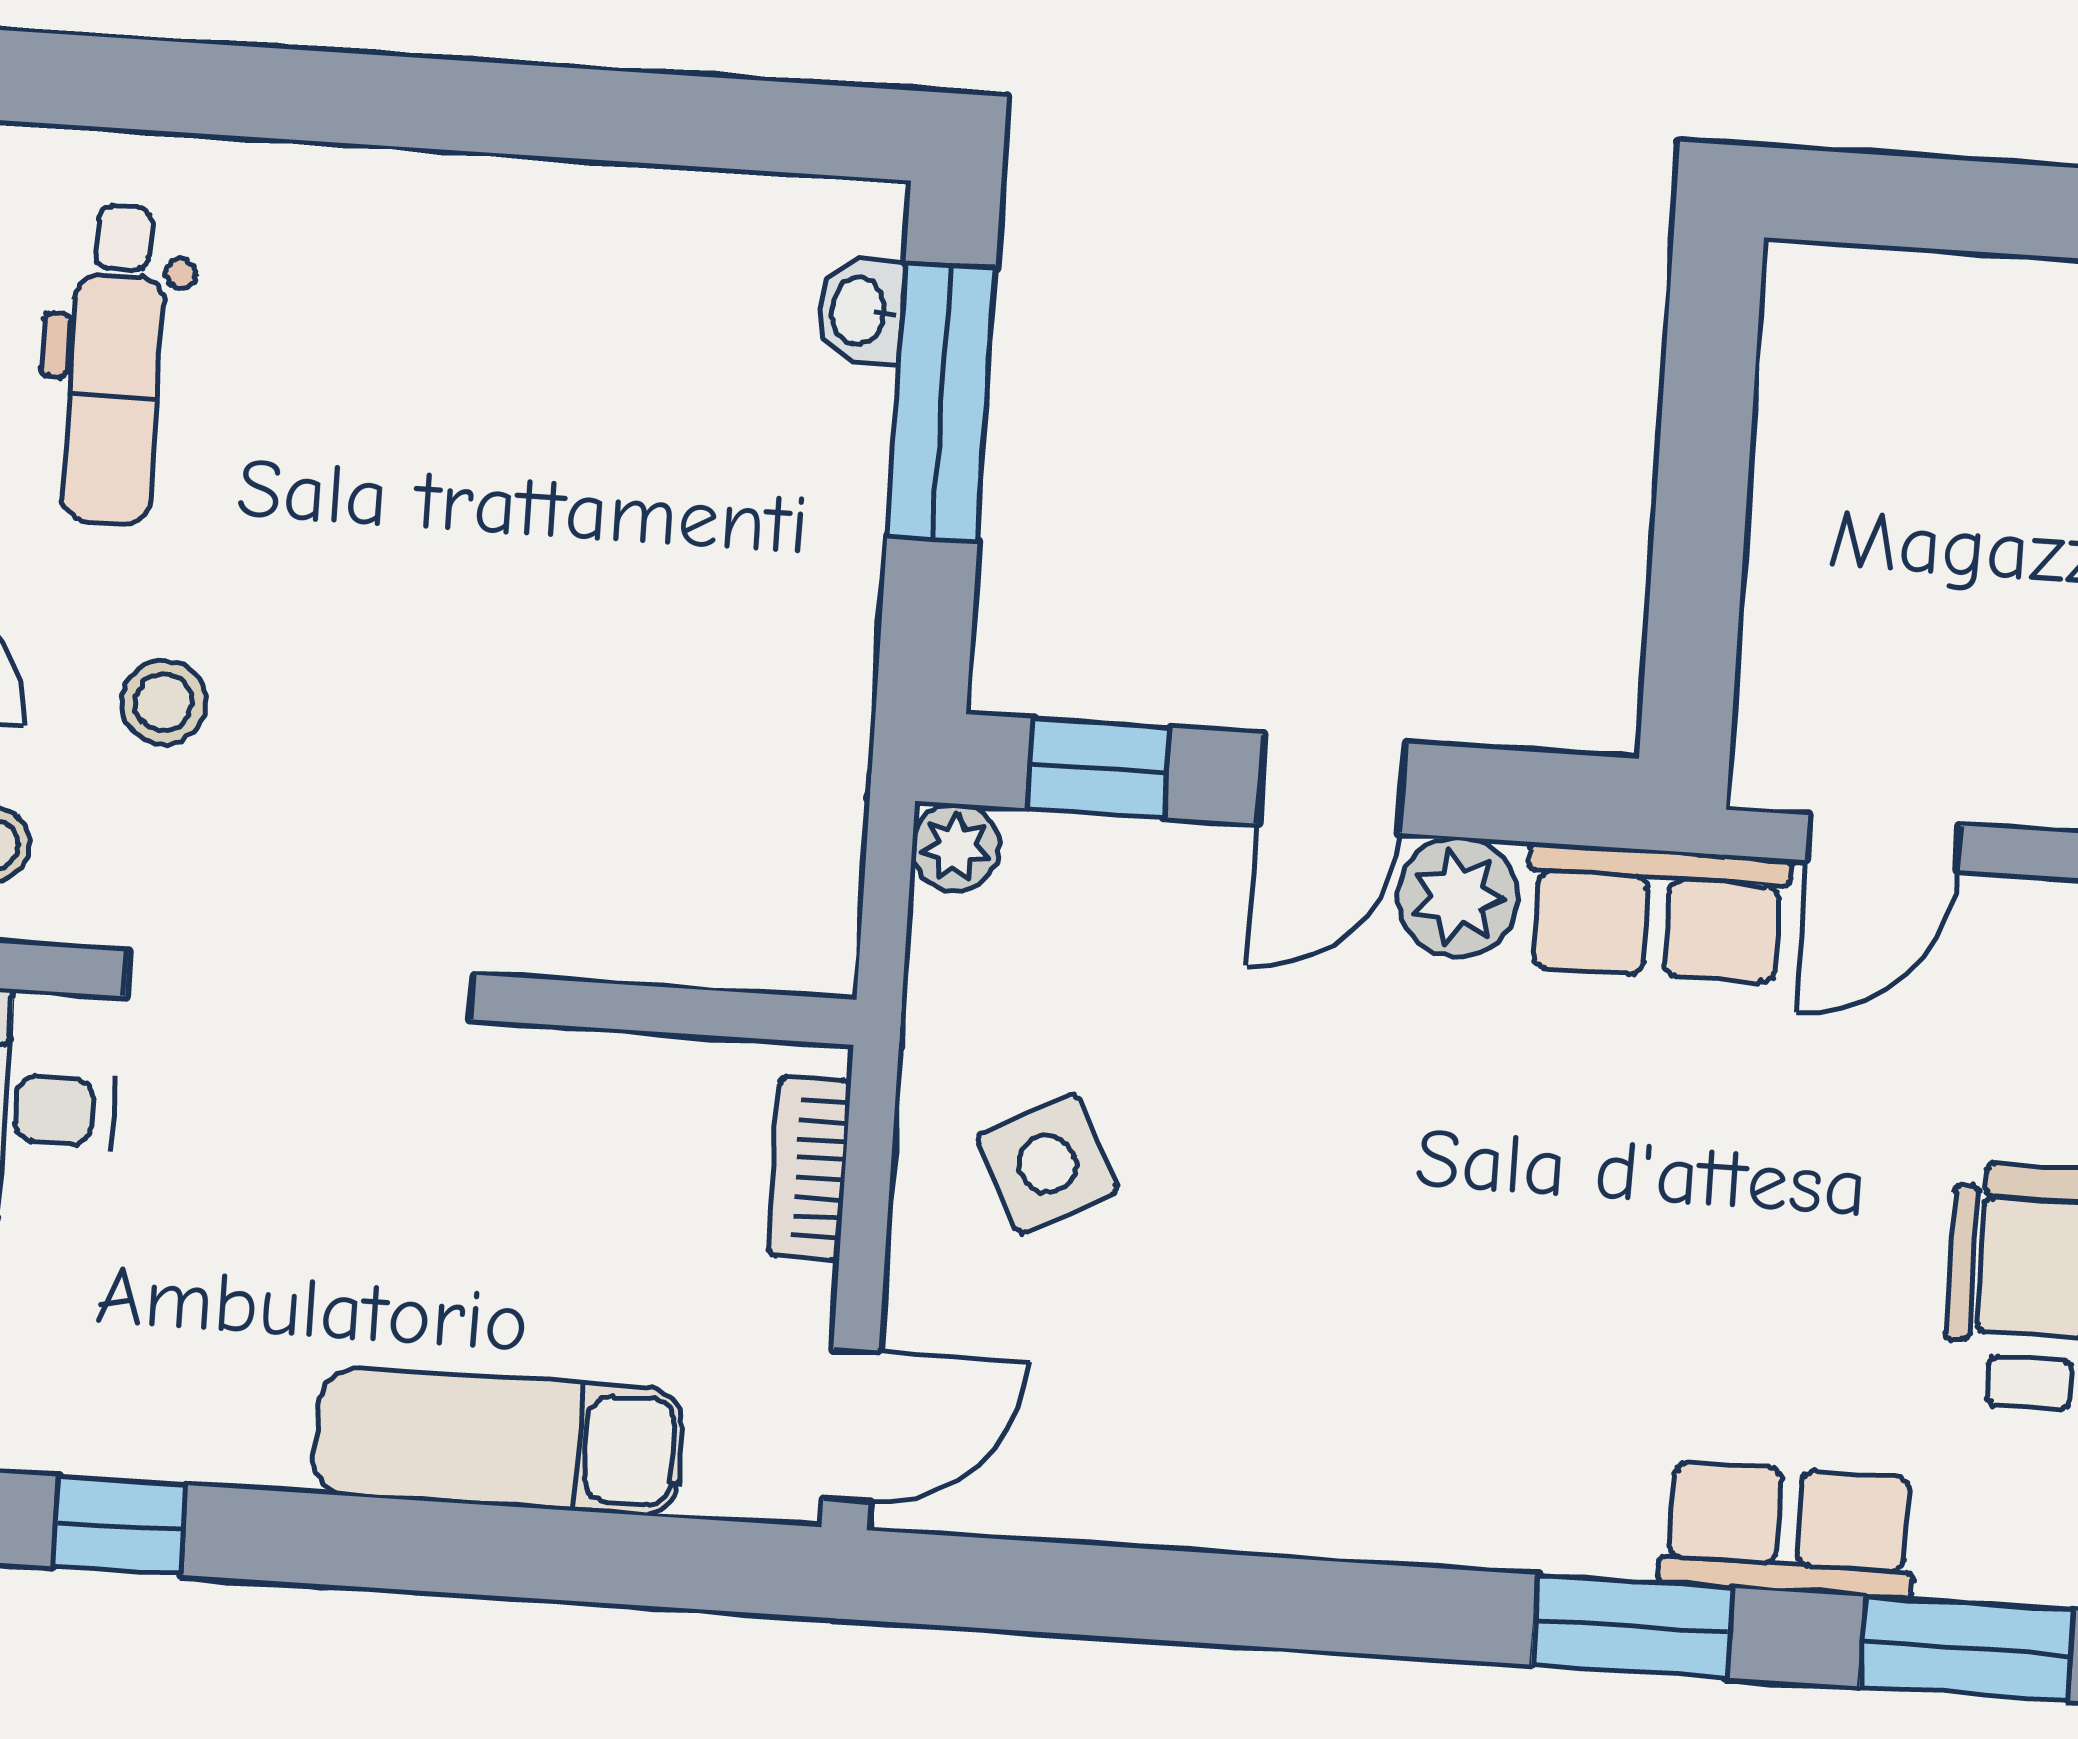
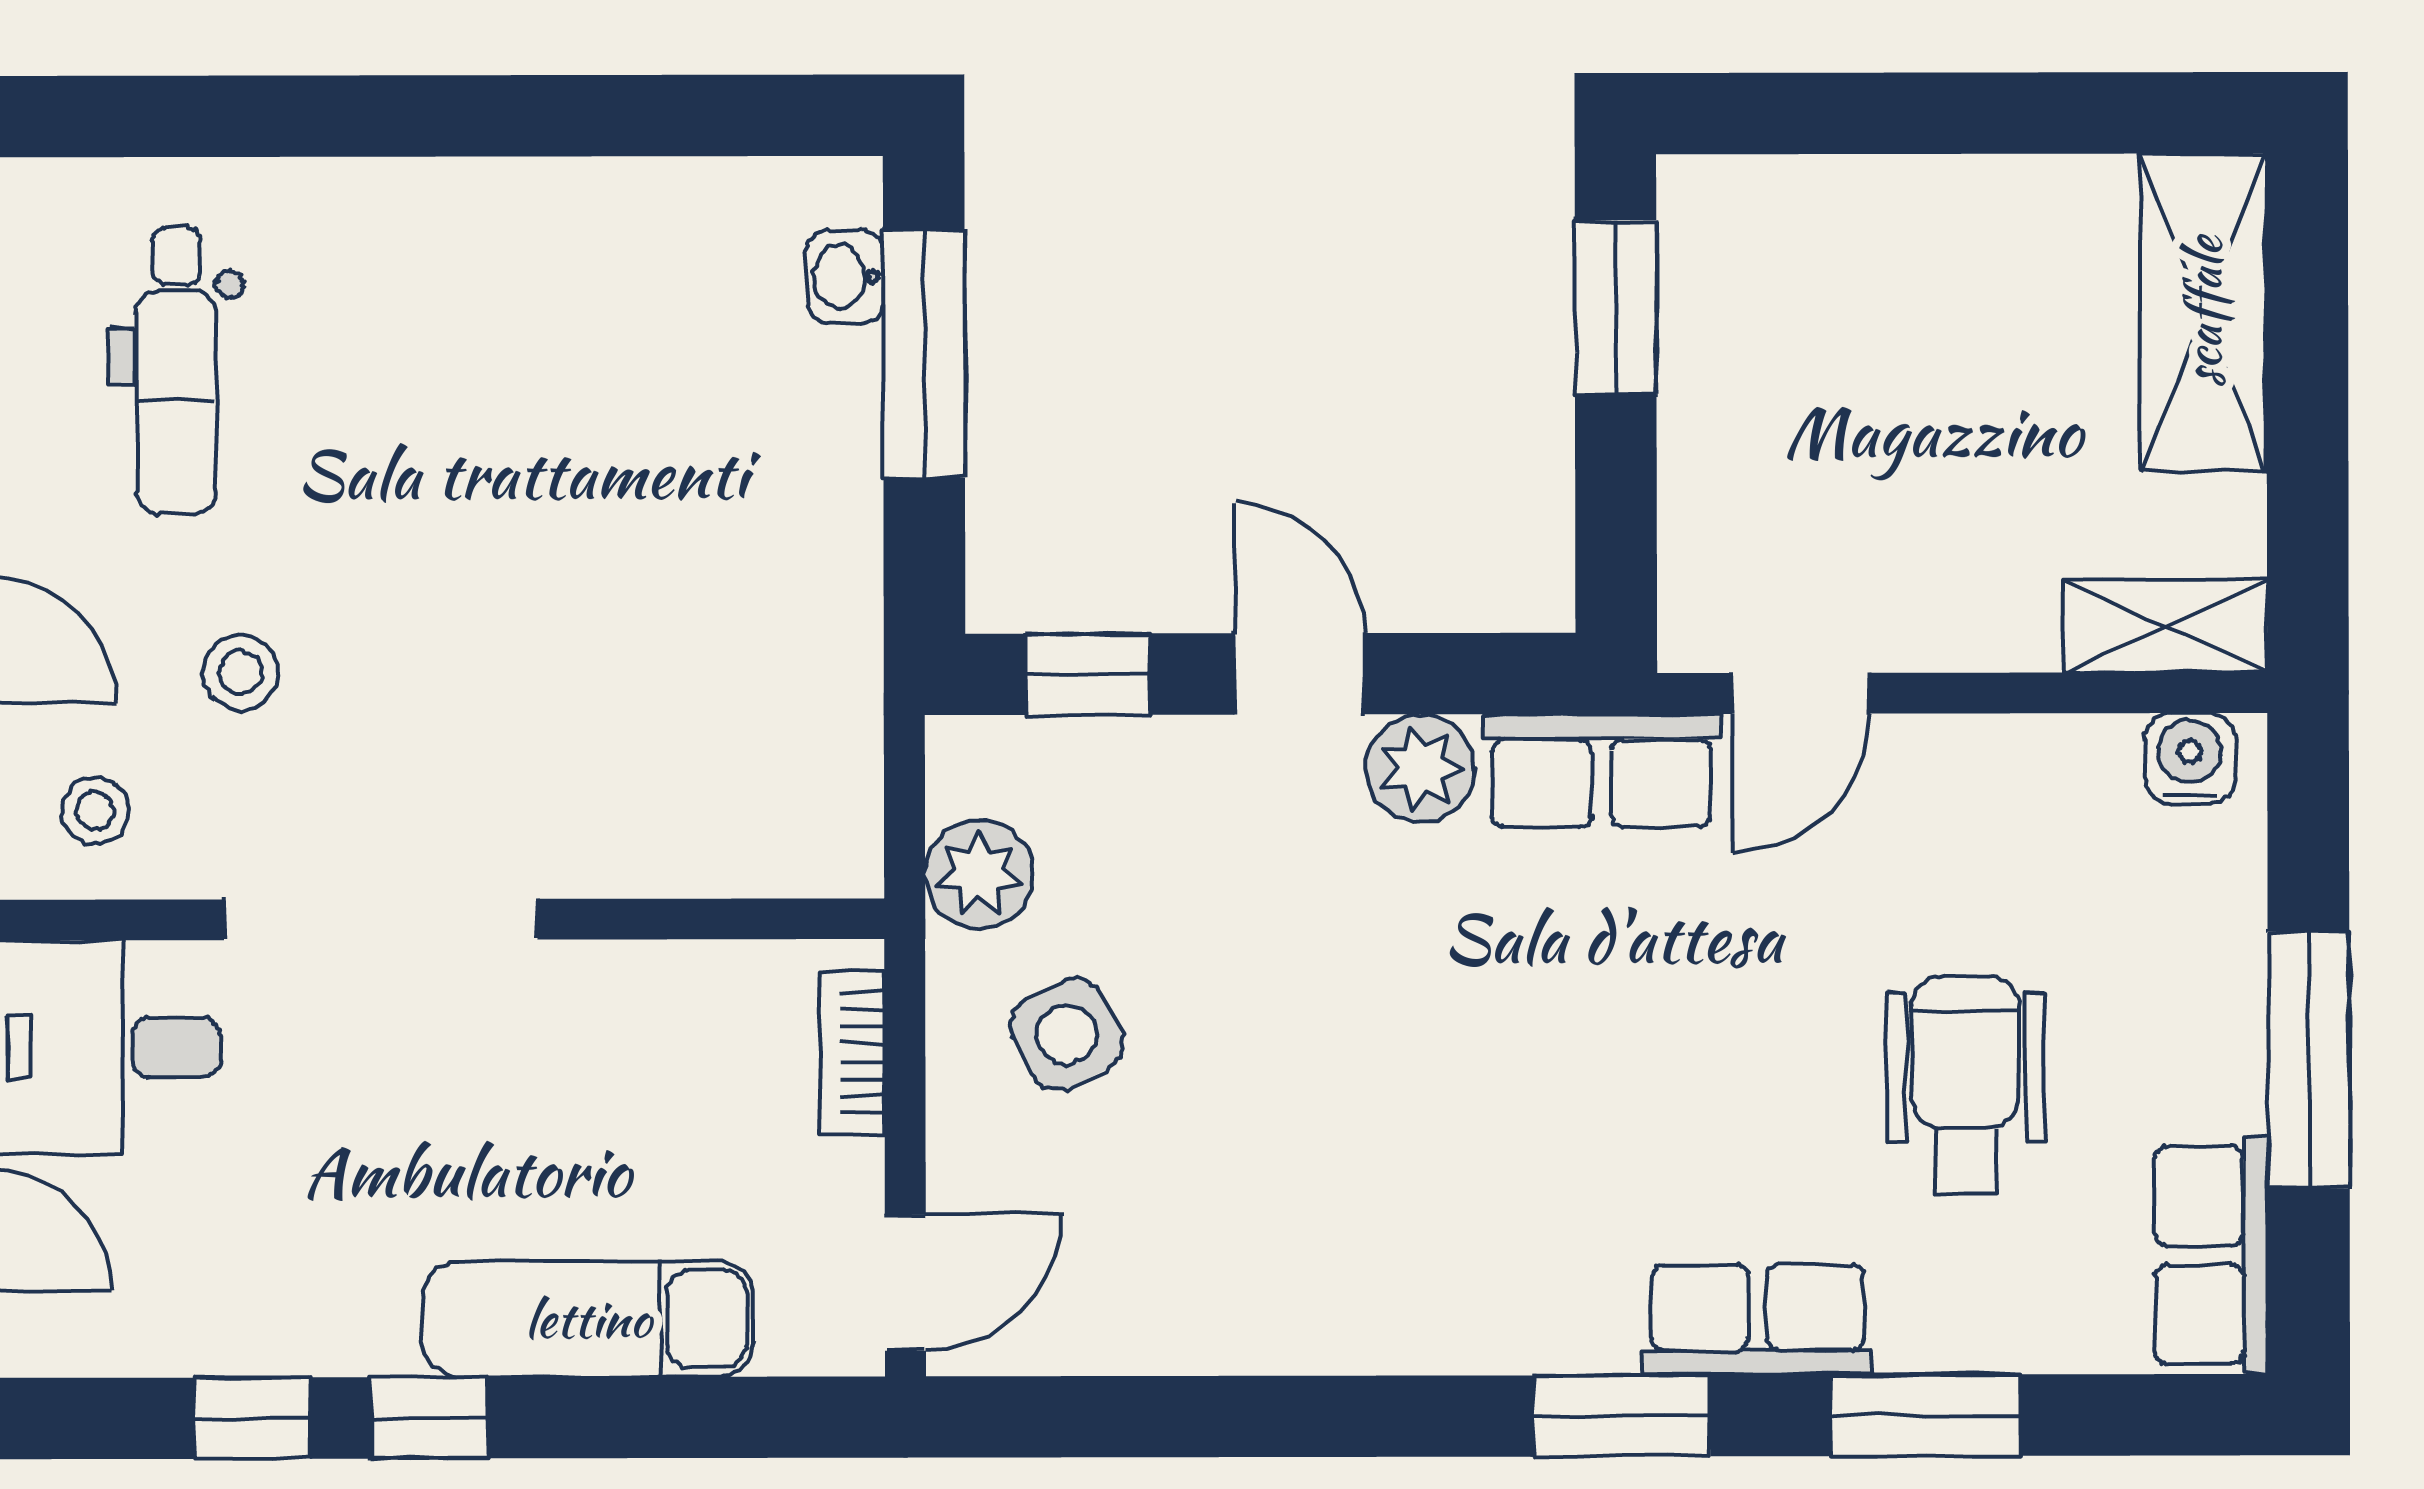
window: (1708, 403) -> (1616, 307), added
door: (1331, 783) -> (1299, 674), swing flipped
plant: (956, 847) -> (979, 875), moved, width x1.38, depth x1.38
window: (315, 1539) -> (429, 1418), added

